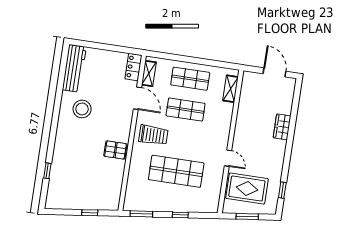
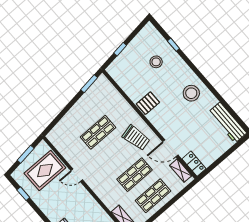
stool: (82, 109) -> (191, 93), moved
trolley: (153, 135) -> (136, 138), turned -103
shop shelf: (176, 171) -> (98, 132), width x0.70, depth x0.74
stool: (74, 173) -> (156, 62), added
window: (180, 215) -> (66, 110), removed

